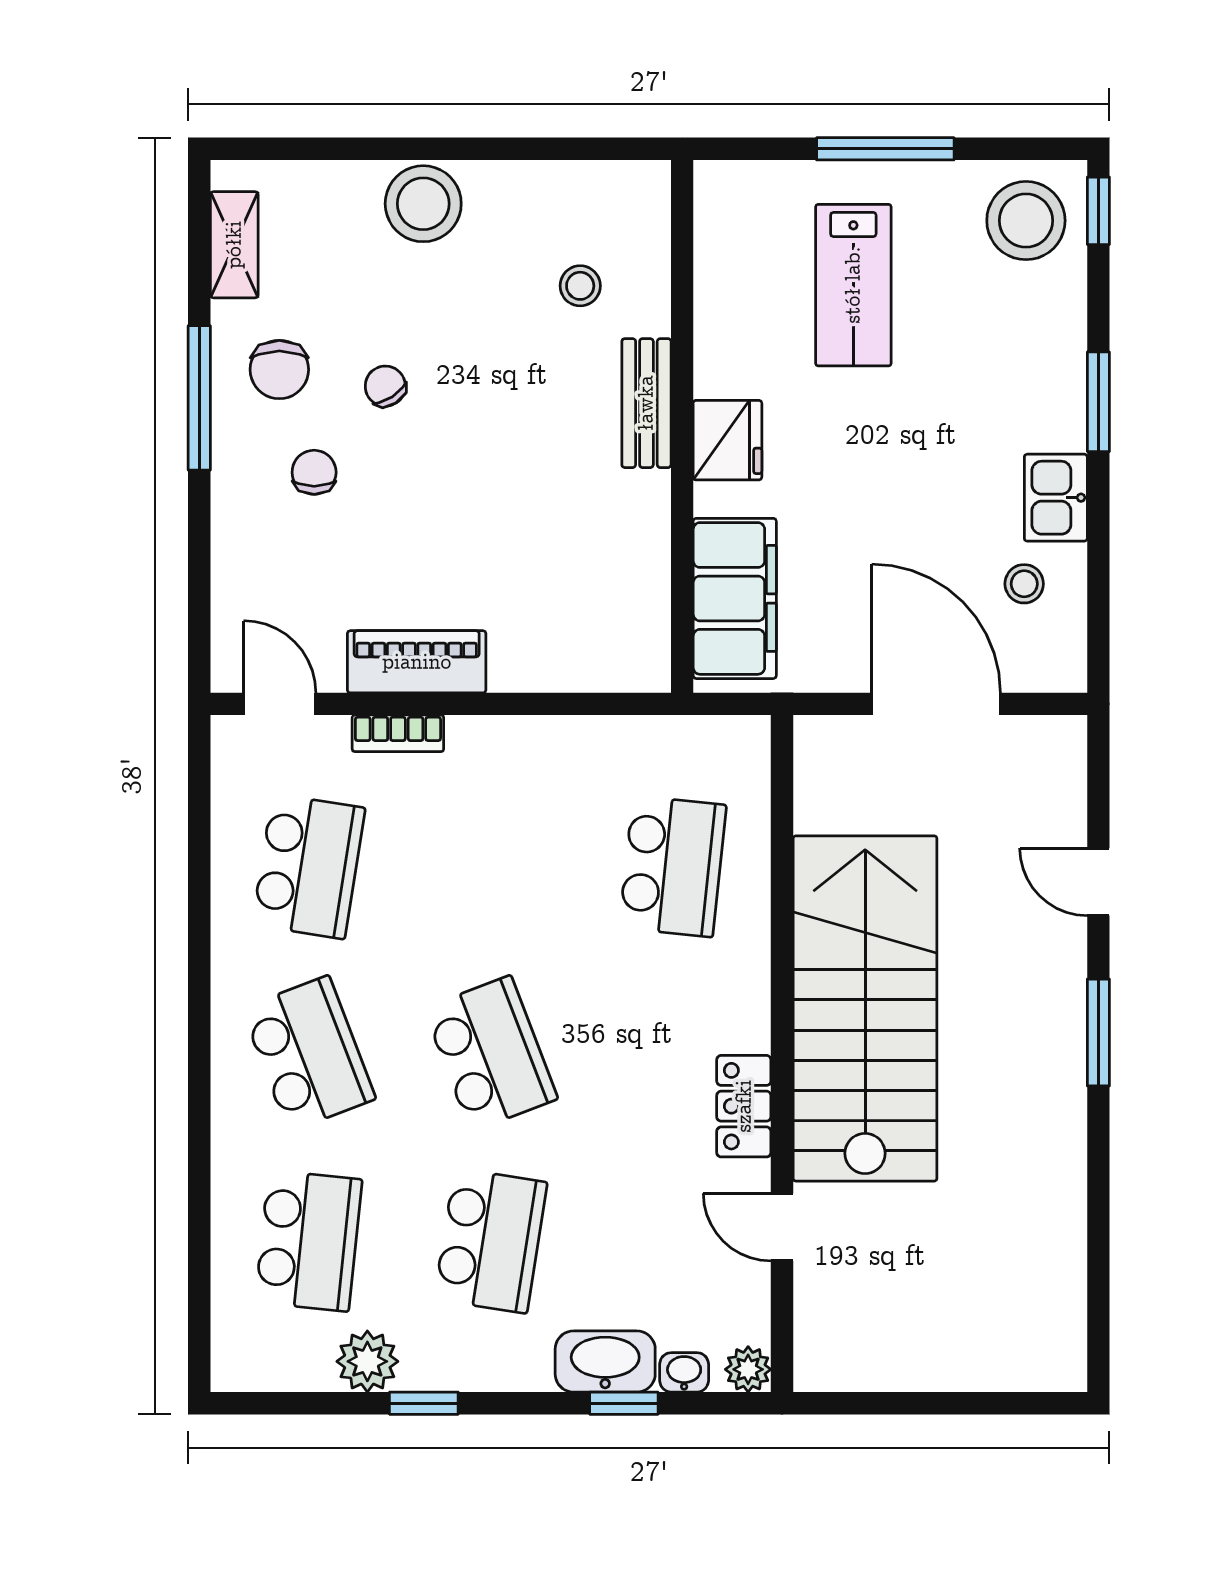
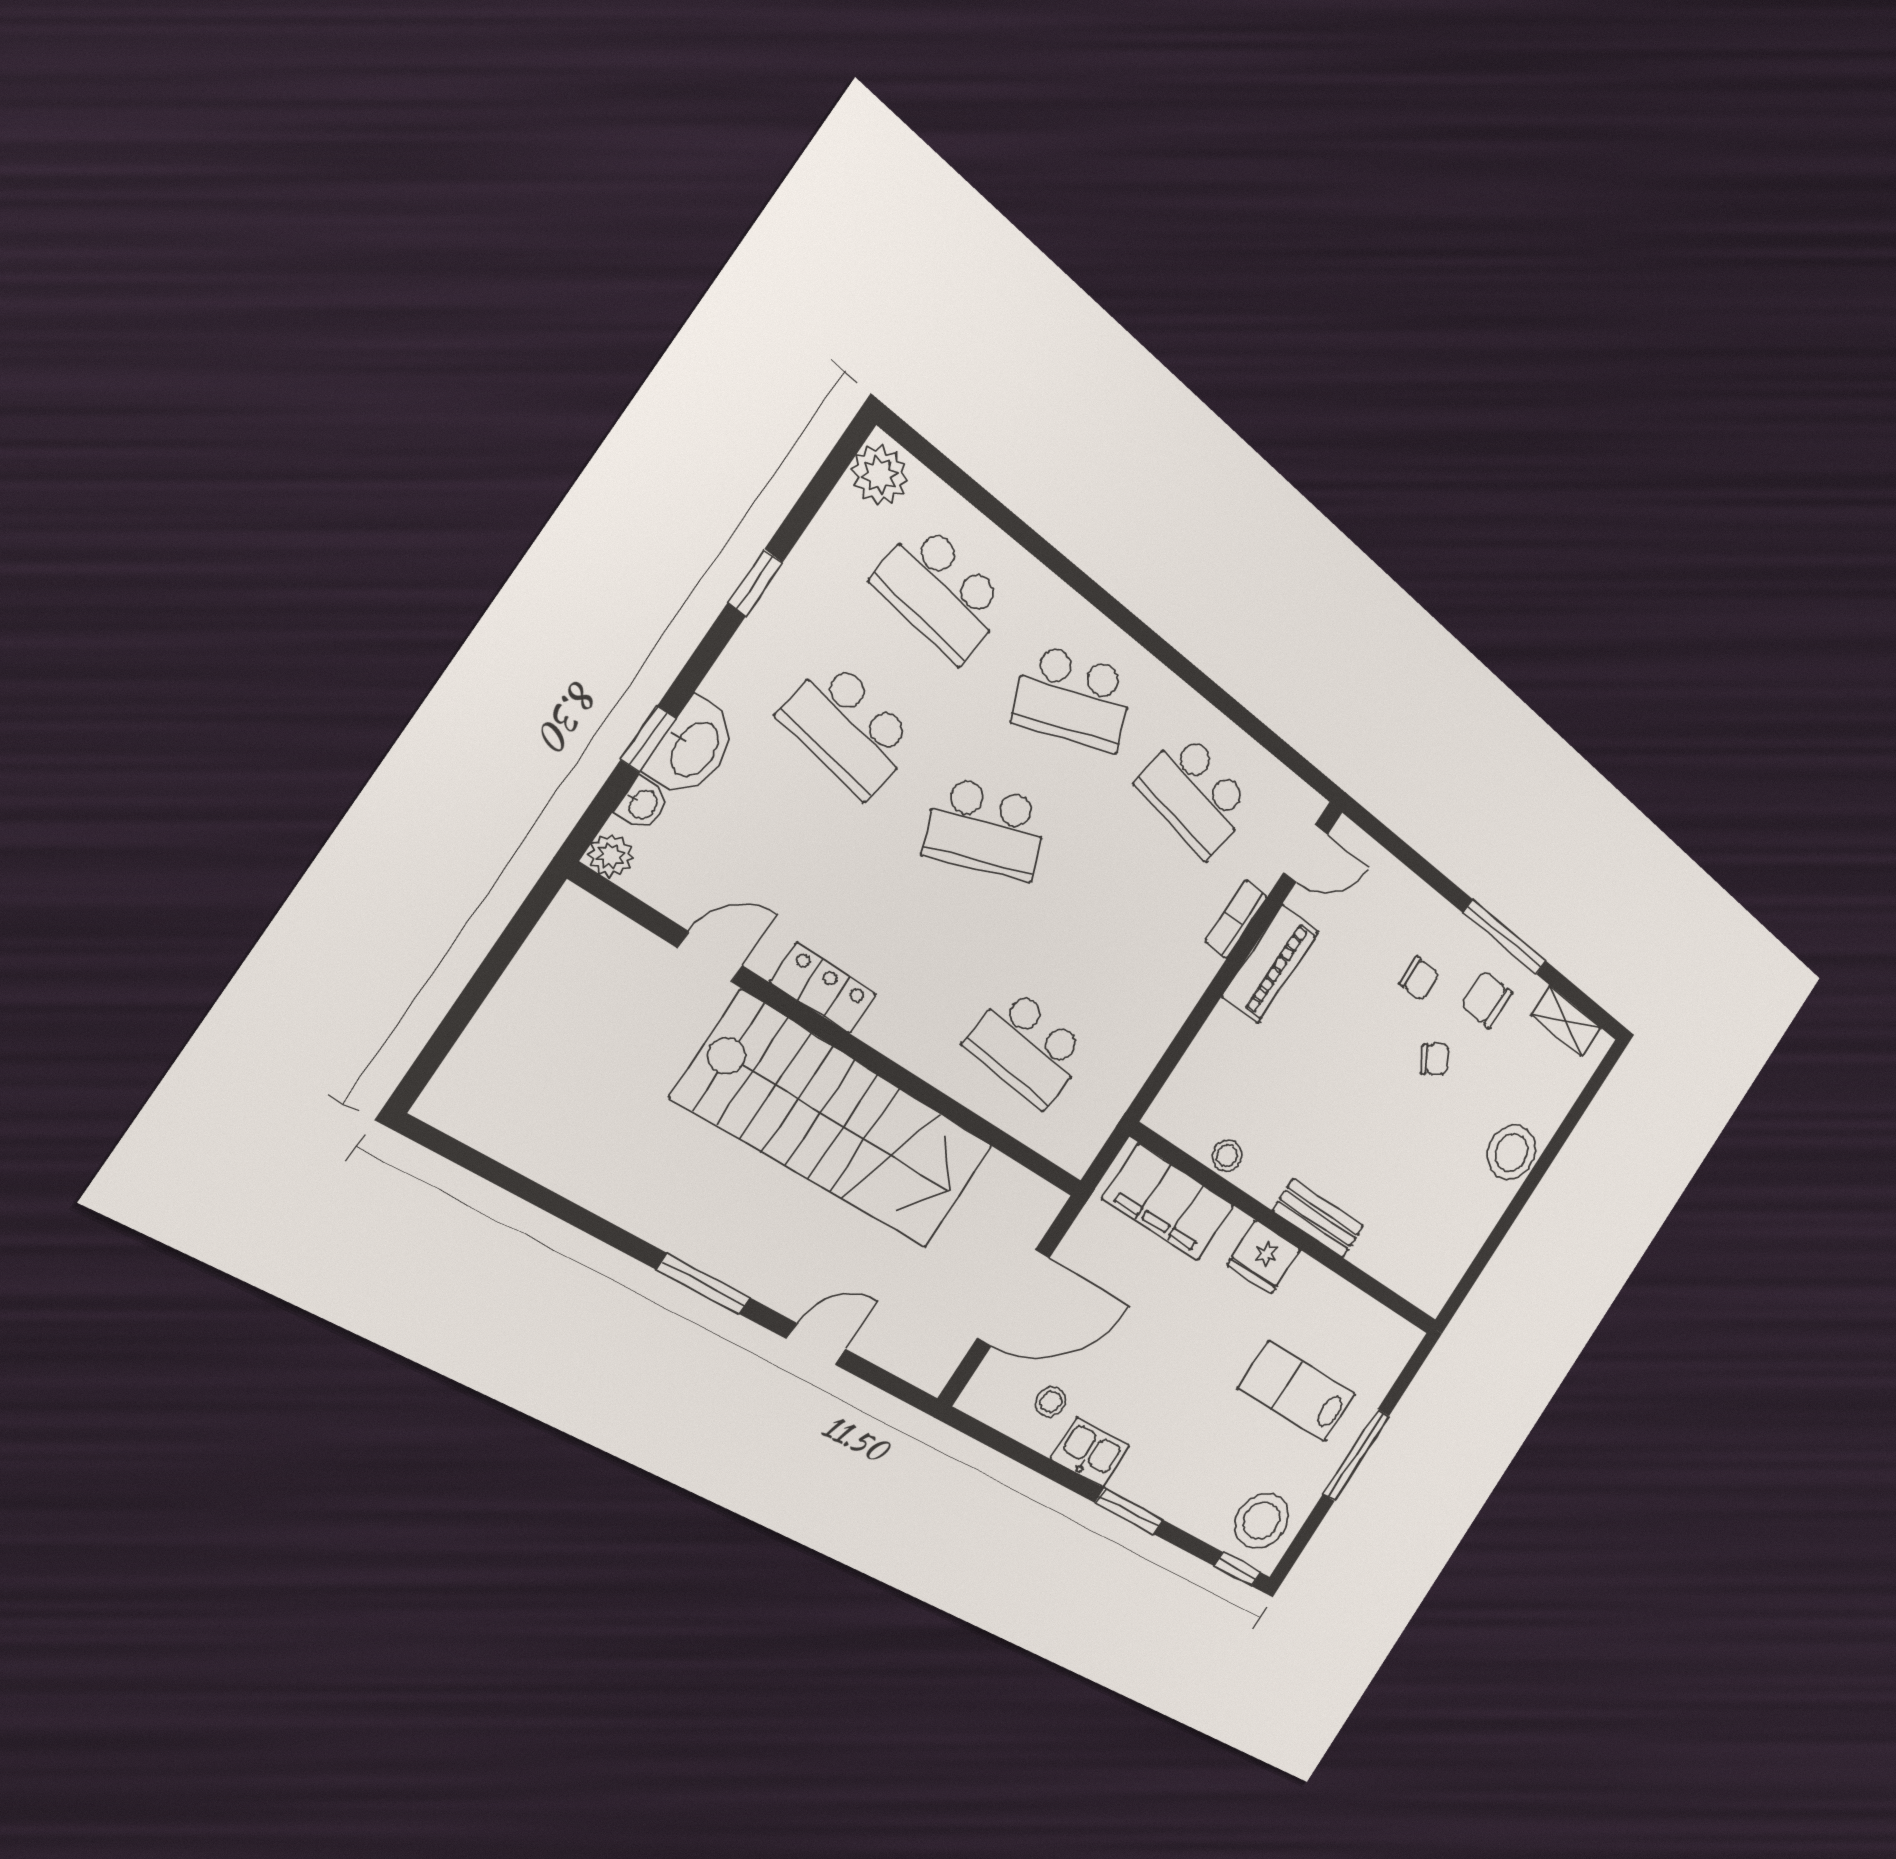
stool: (580, 286) -> (1227, 1156), moved
plant: (367, 1361) -> (880, 475), moved

